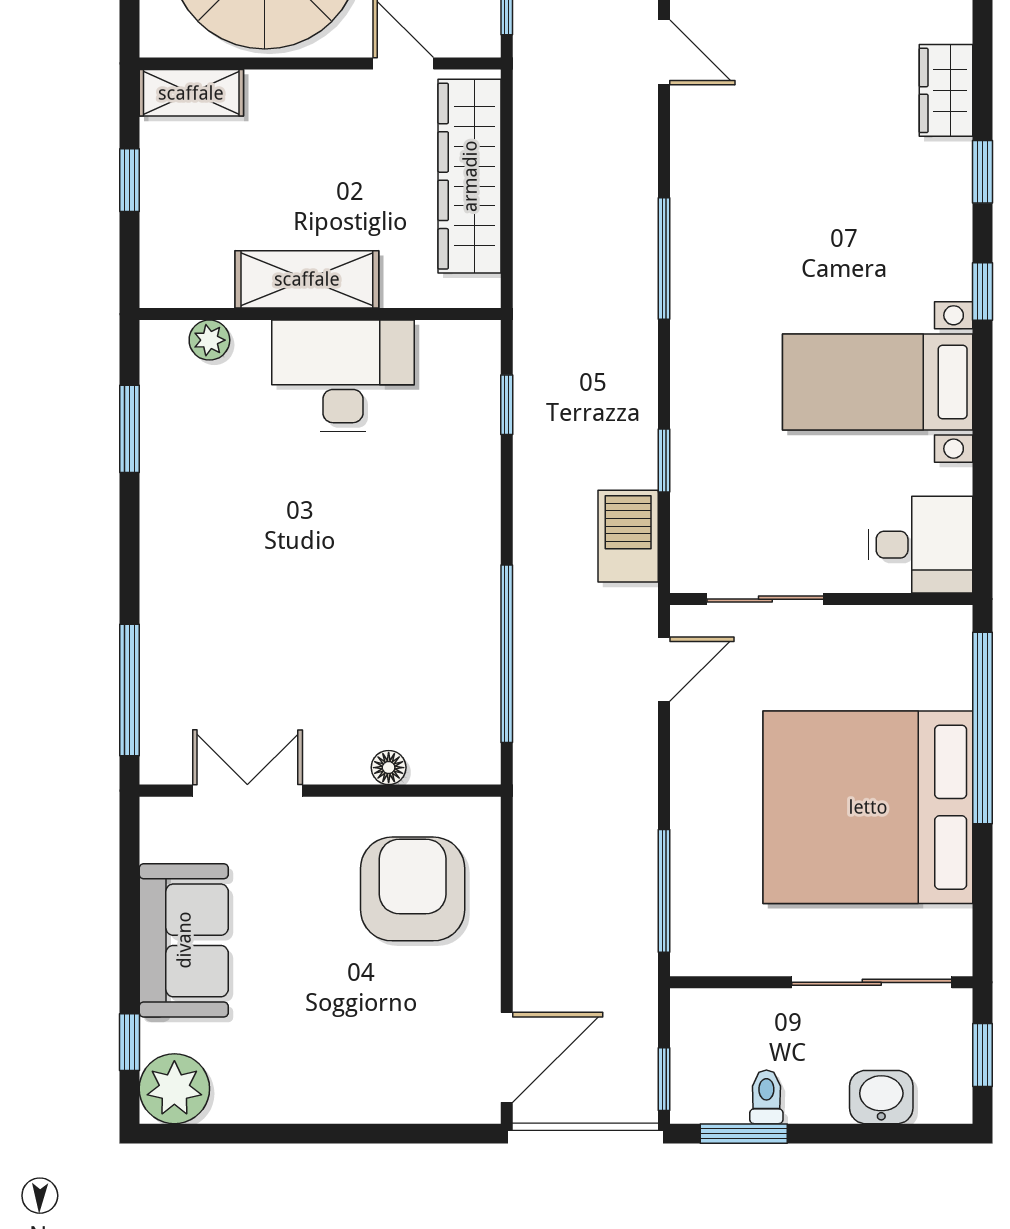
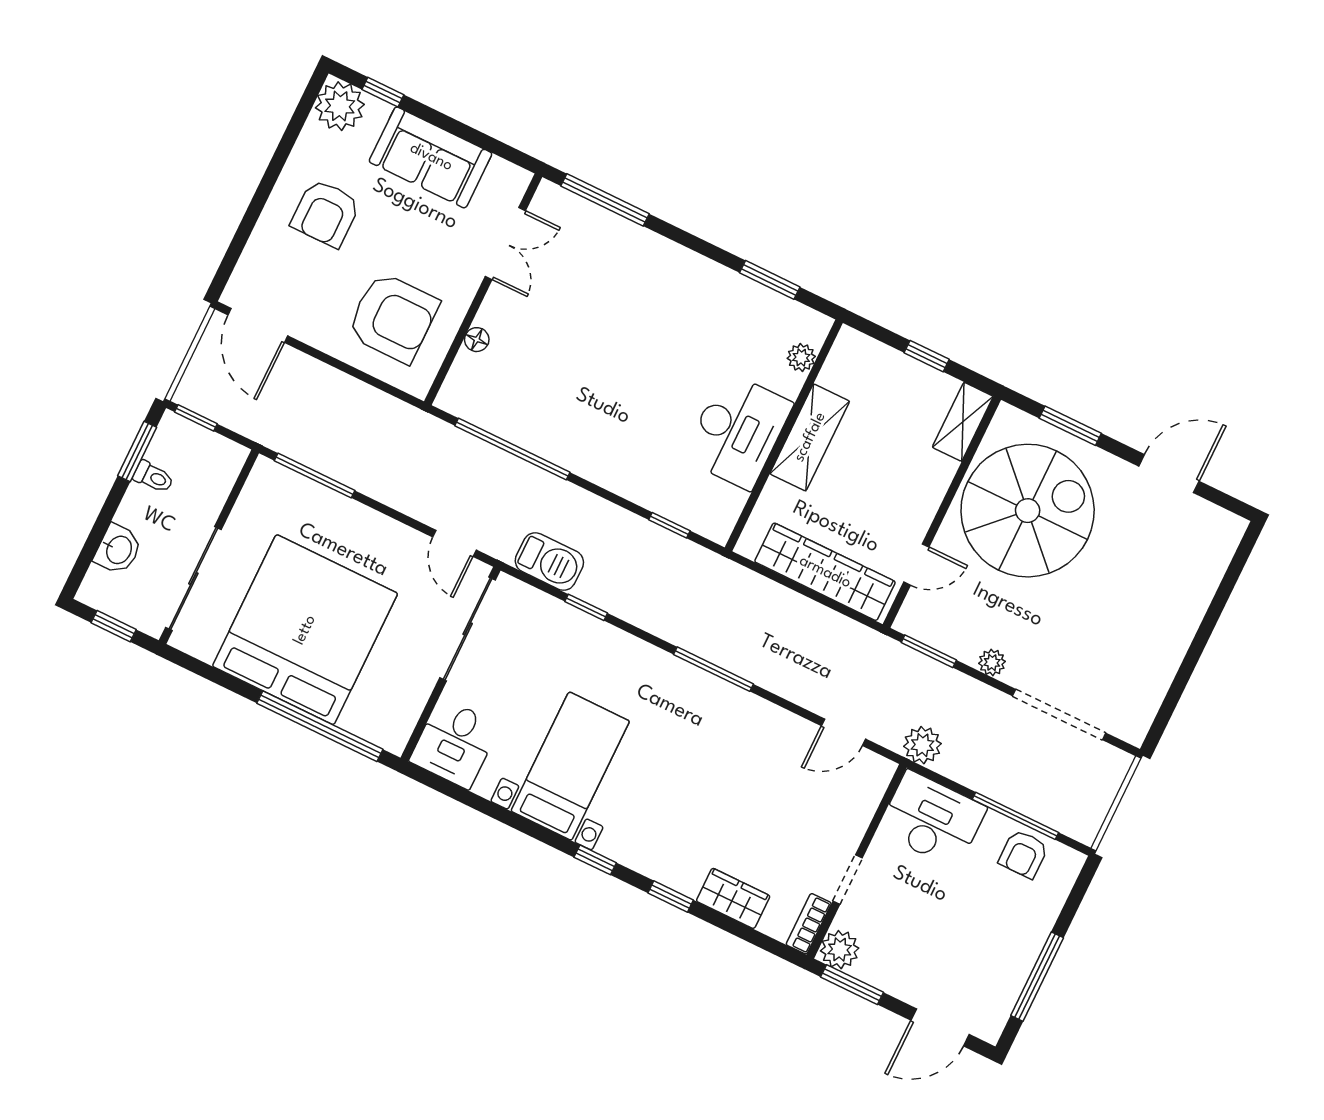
sliding door: (765, 599) -> (468, 629), width x1.37
armchair: (321, 1040) -> (326, 213), added

